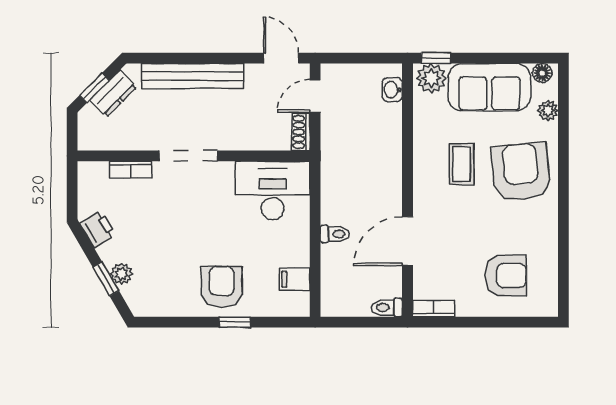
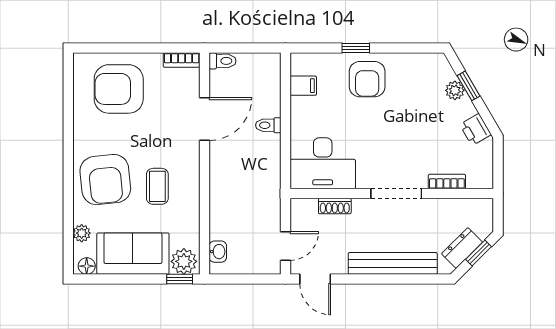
shoe rack: (301, 132) -> (335, 206), moved, turned 90
armchair: (506, 275) -> (119, 89), width x1.36, depth x1.36

